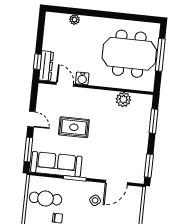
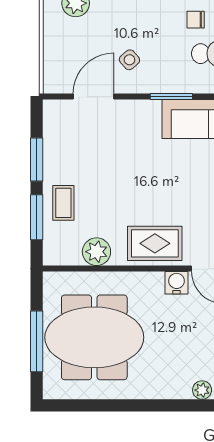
rug: (74, 127) -> (155, 243), moved
coffee table: (138, 127) -> (63, 203), added
window: (149, 166) -> (37, 159), moved

